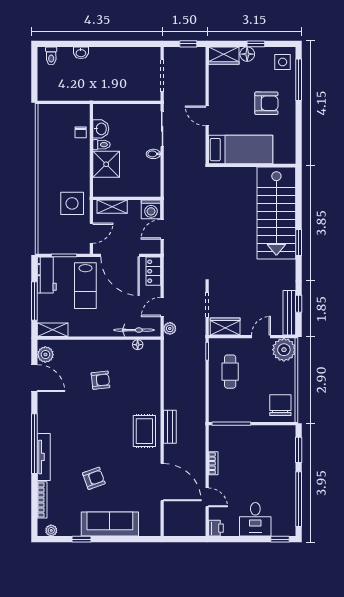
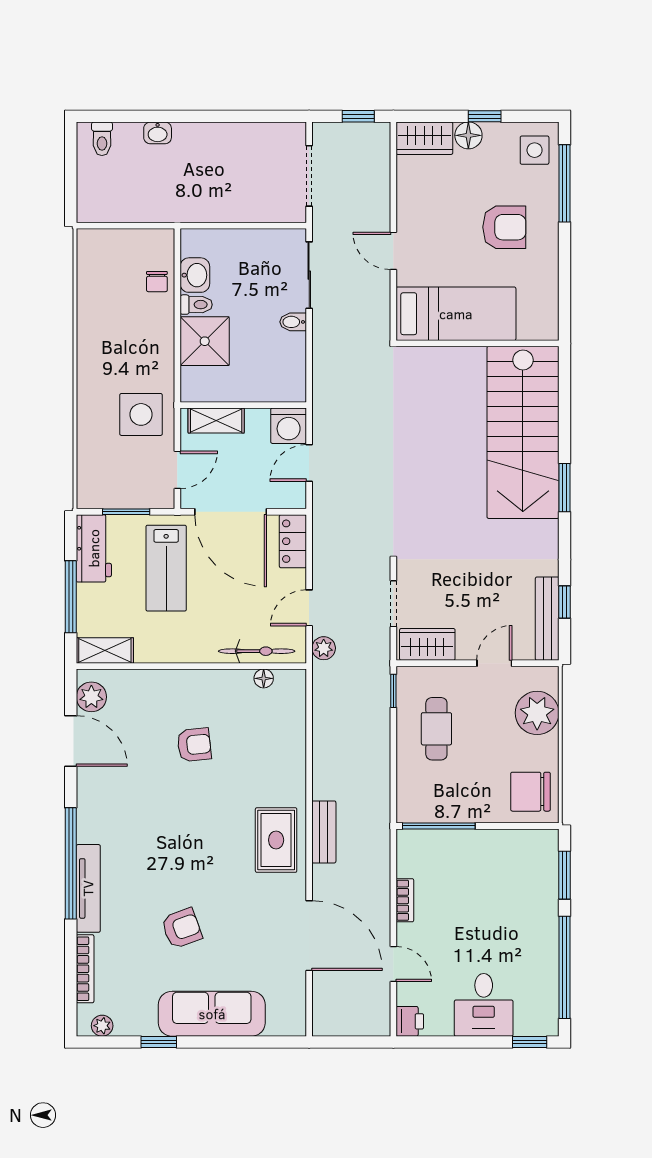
plant: (284, 350) -> (537, 713), moved
chair: (280, 405) -> (530, 792), turned -90

